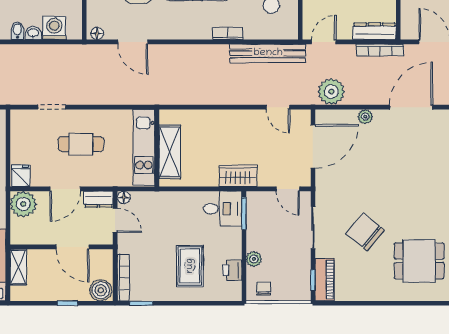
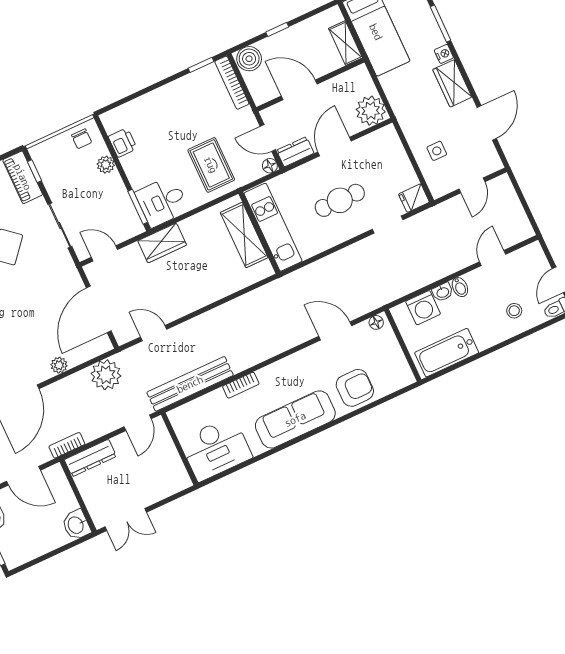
bookcase: (380, 50) -> (67, 445), width x0.64
fridge: (21, 176) -> (414, 198), moved, turned 90
rug: (190, 266) -> (211, 165), moved

